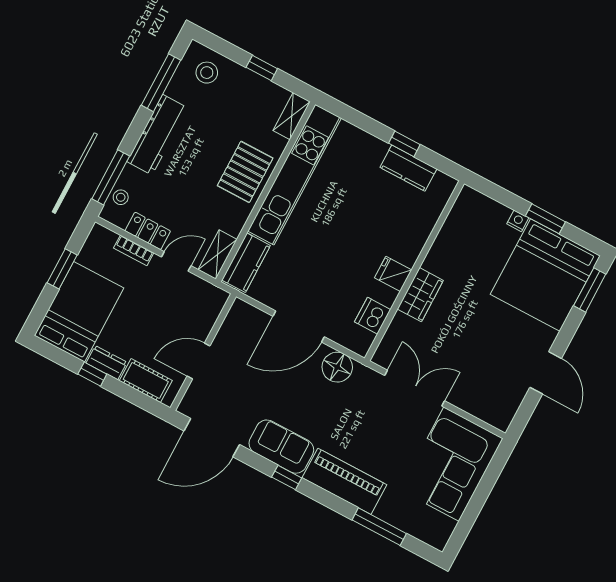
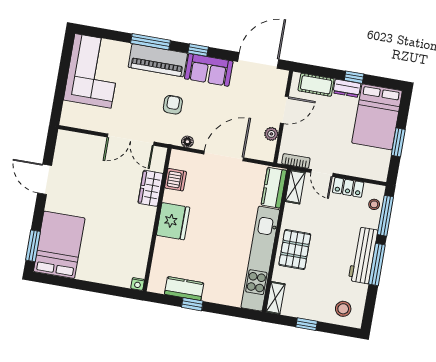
window: (161, 83) -> (377, 265), moved
window: (545, 219) -> (79, 284), removed
nightstand: (518, 221) -> (138, 284), moved
bookcase: (134, 250) -> (296, 161), moved
door: (176, 261) -> (322, 173), hinge flipped
fridge: (393, 274) -> (173, 221), width x1.88, depth x1.34
bed: (545, 275) -> (59, 245), width x0.73
wardrobe: (420, 295) -> (151, 188), moved
plant: (226, 335) -> (271, 134), added
floor lamp: (337, 367) -> (187, 142), width x0.53, depth x0.53
armchair: (344, 416) -> (173, 105), added
corner sofa: (451, 464) -> (93, 71), moved
window: (379, 527) -> (151, 42), moved

